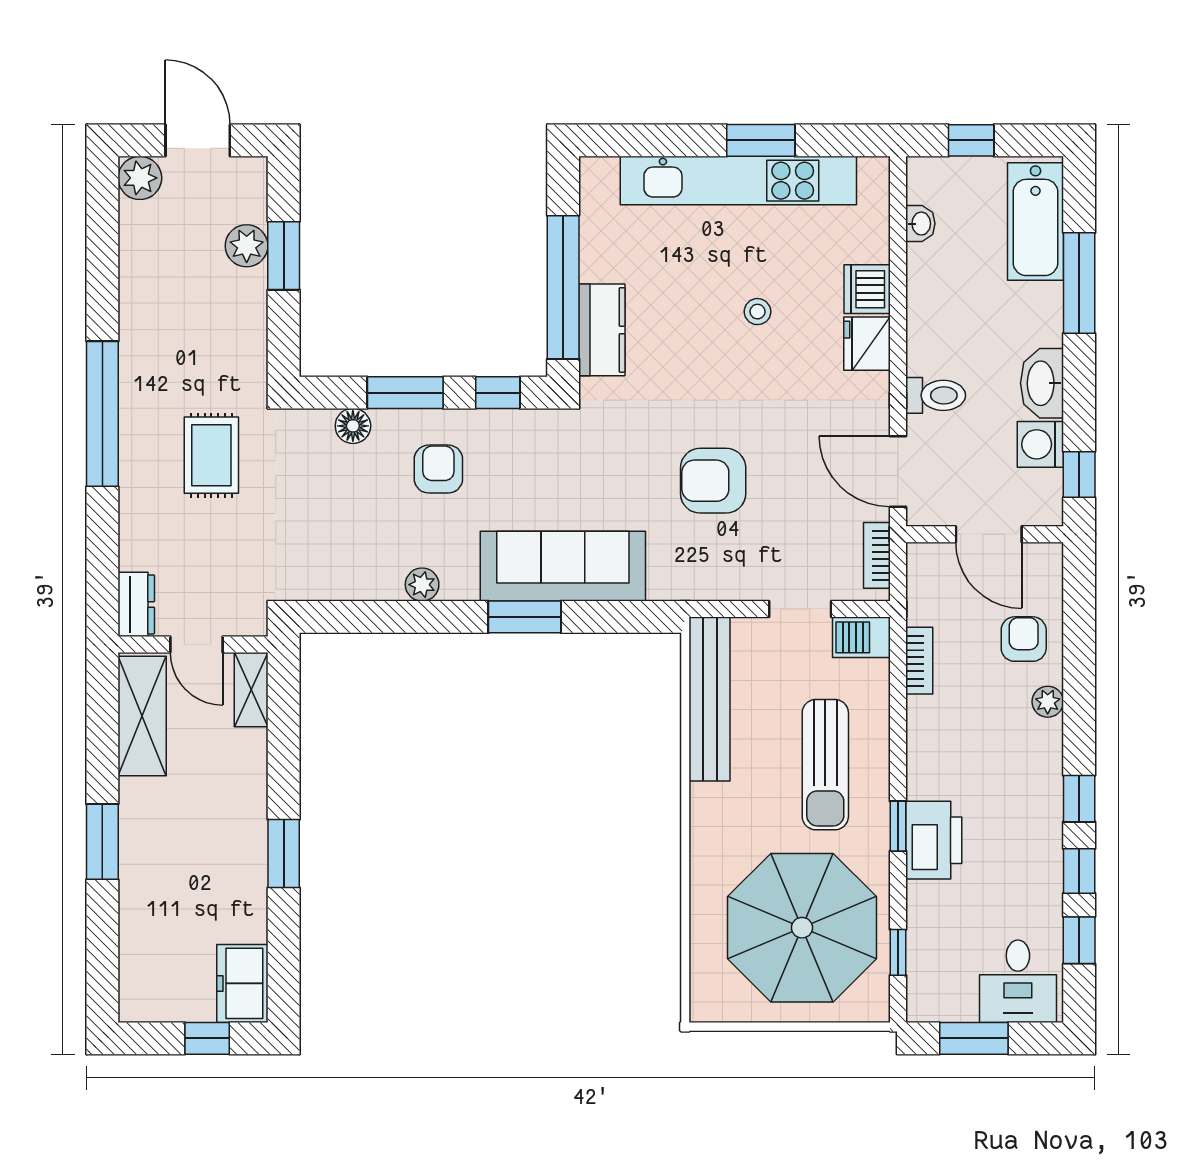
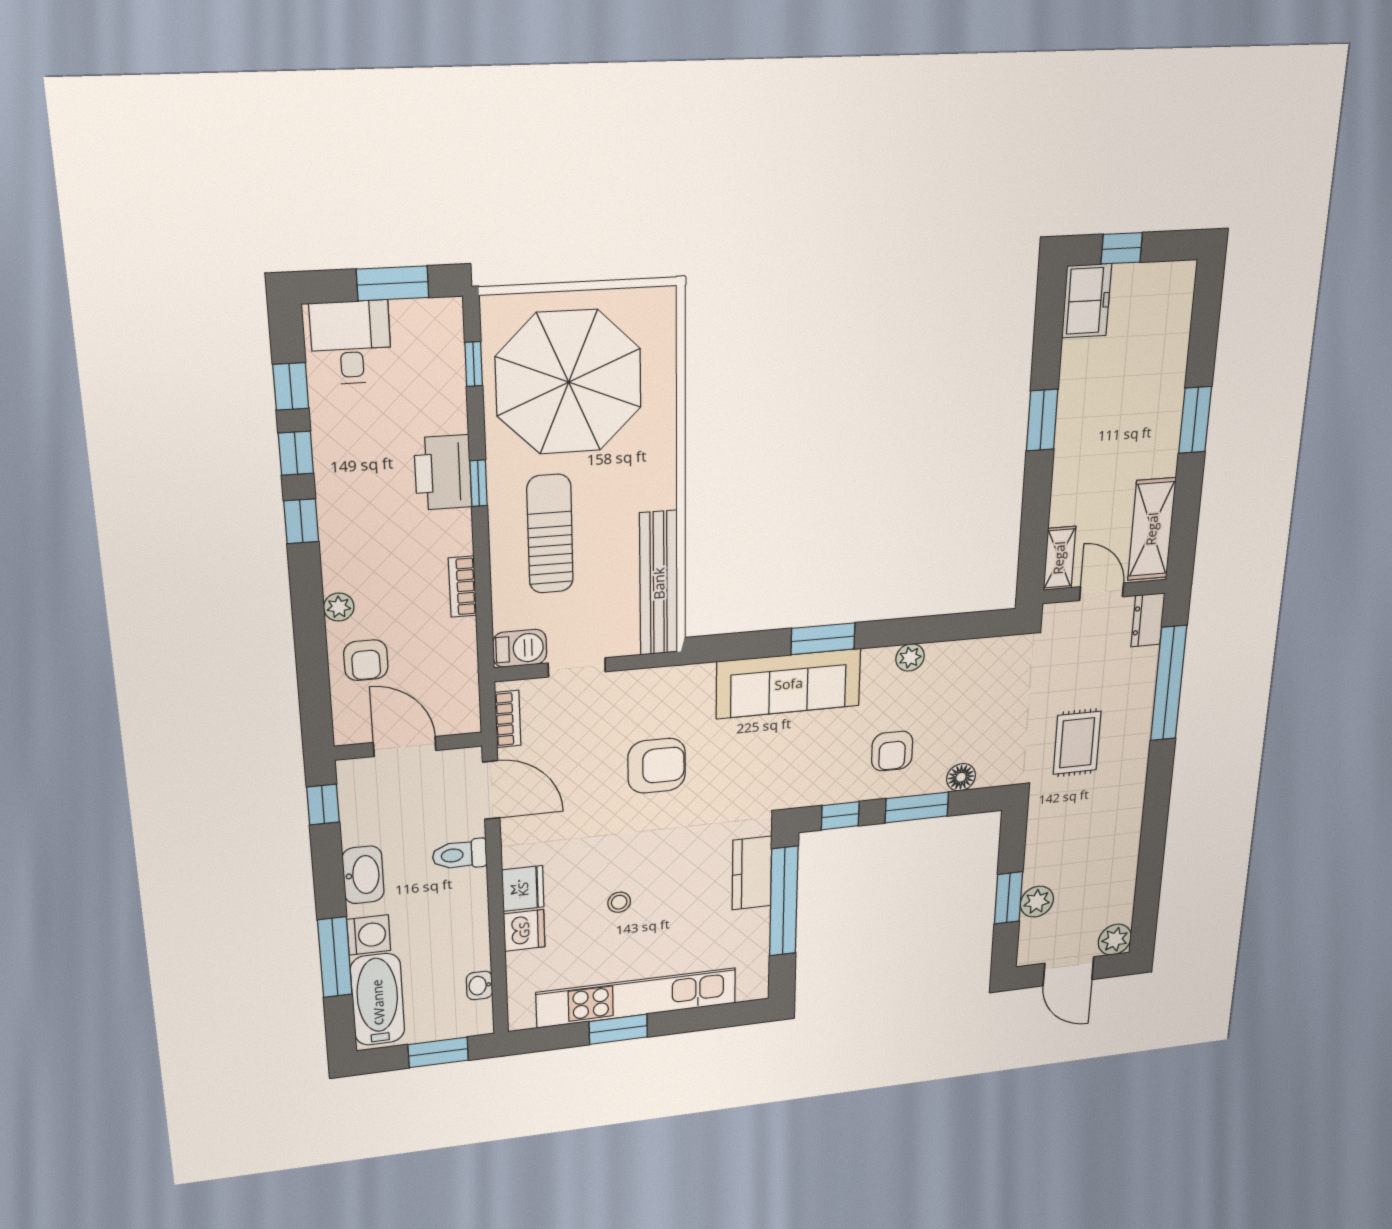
window: (971, 140) -> (438, 1052), width x1.50
window: (102, 414) -> (1169, 683), moved
washing machine: (1040, 444) -> (369, 935), moved
bookcase: (919, 661) -> (462, 587), moved

